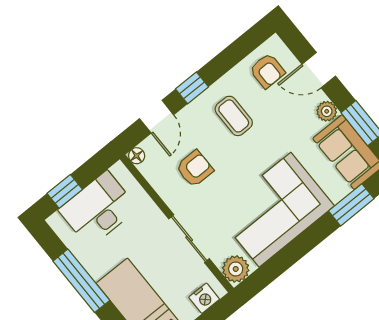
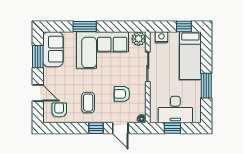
plant: (327, 111) -> (48, 73), removed
door: (157, 117) -> (120, 128), swing flipped
window: (65, 191) -> (172, 128), moved
window: (351, 205) -> (85, 26), moved
window: (81, 281) -> (206, 86), width x0.69

